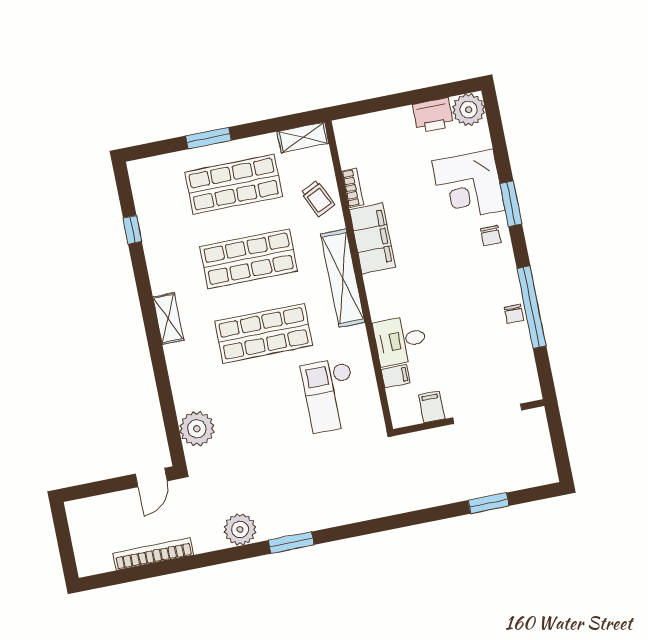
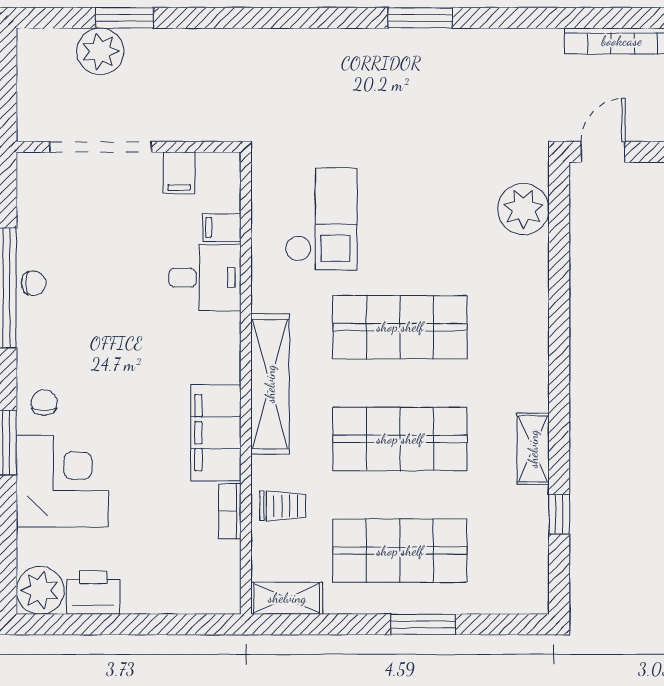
trolley: (318, 198) -> (283, 506), turned 115
chair: (514, 314) -> (34, 283), turned 90
shelving: (168, 319) -> (533, 449), moved
plant: (240, 529) -> (100, 51), moved

